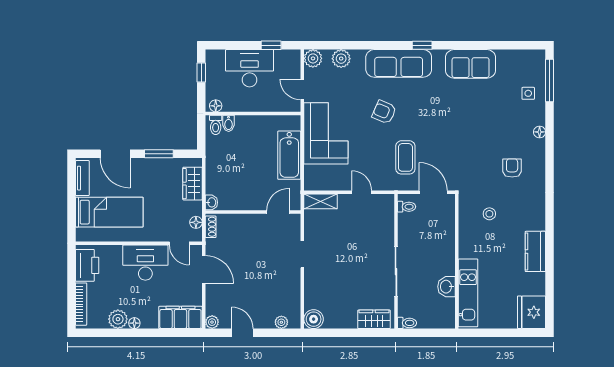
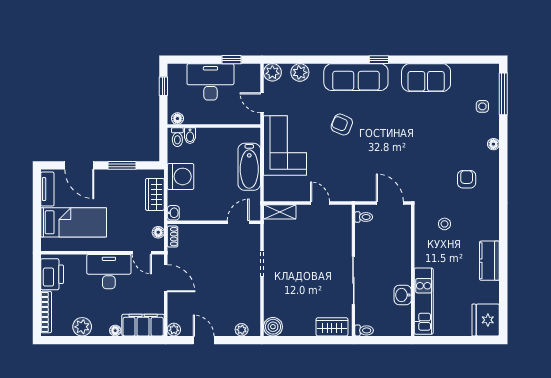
coffee table: (405, 157) -> (363, 169), removed
washing machine: (219, 165) -> (181, 176), added
floor lamp: (134, 323) -> (115, 331), moved

